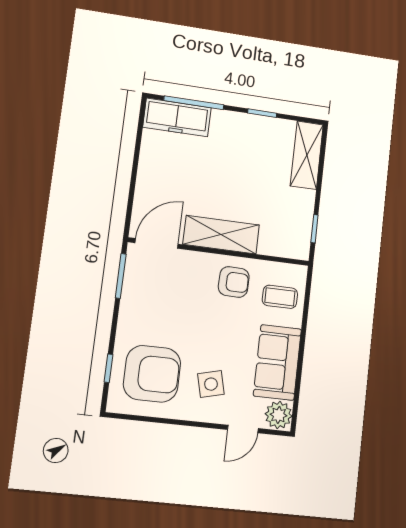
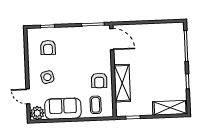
freezer: (177, 117) -> (177, 39), removed
shelving: (221, 235) -> (122, 83), moved
armchair: (152, 374) -> (48, 48), width x0.53, depth x0.53

